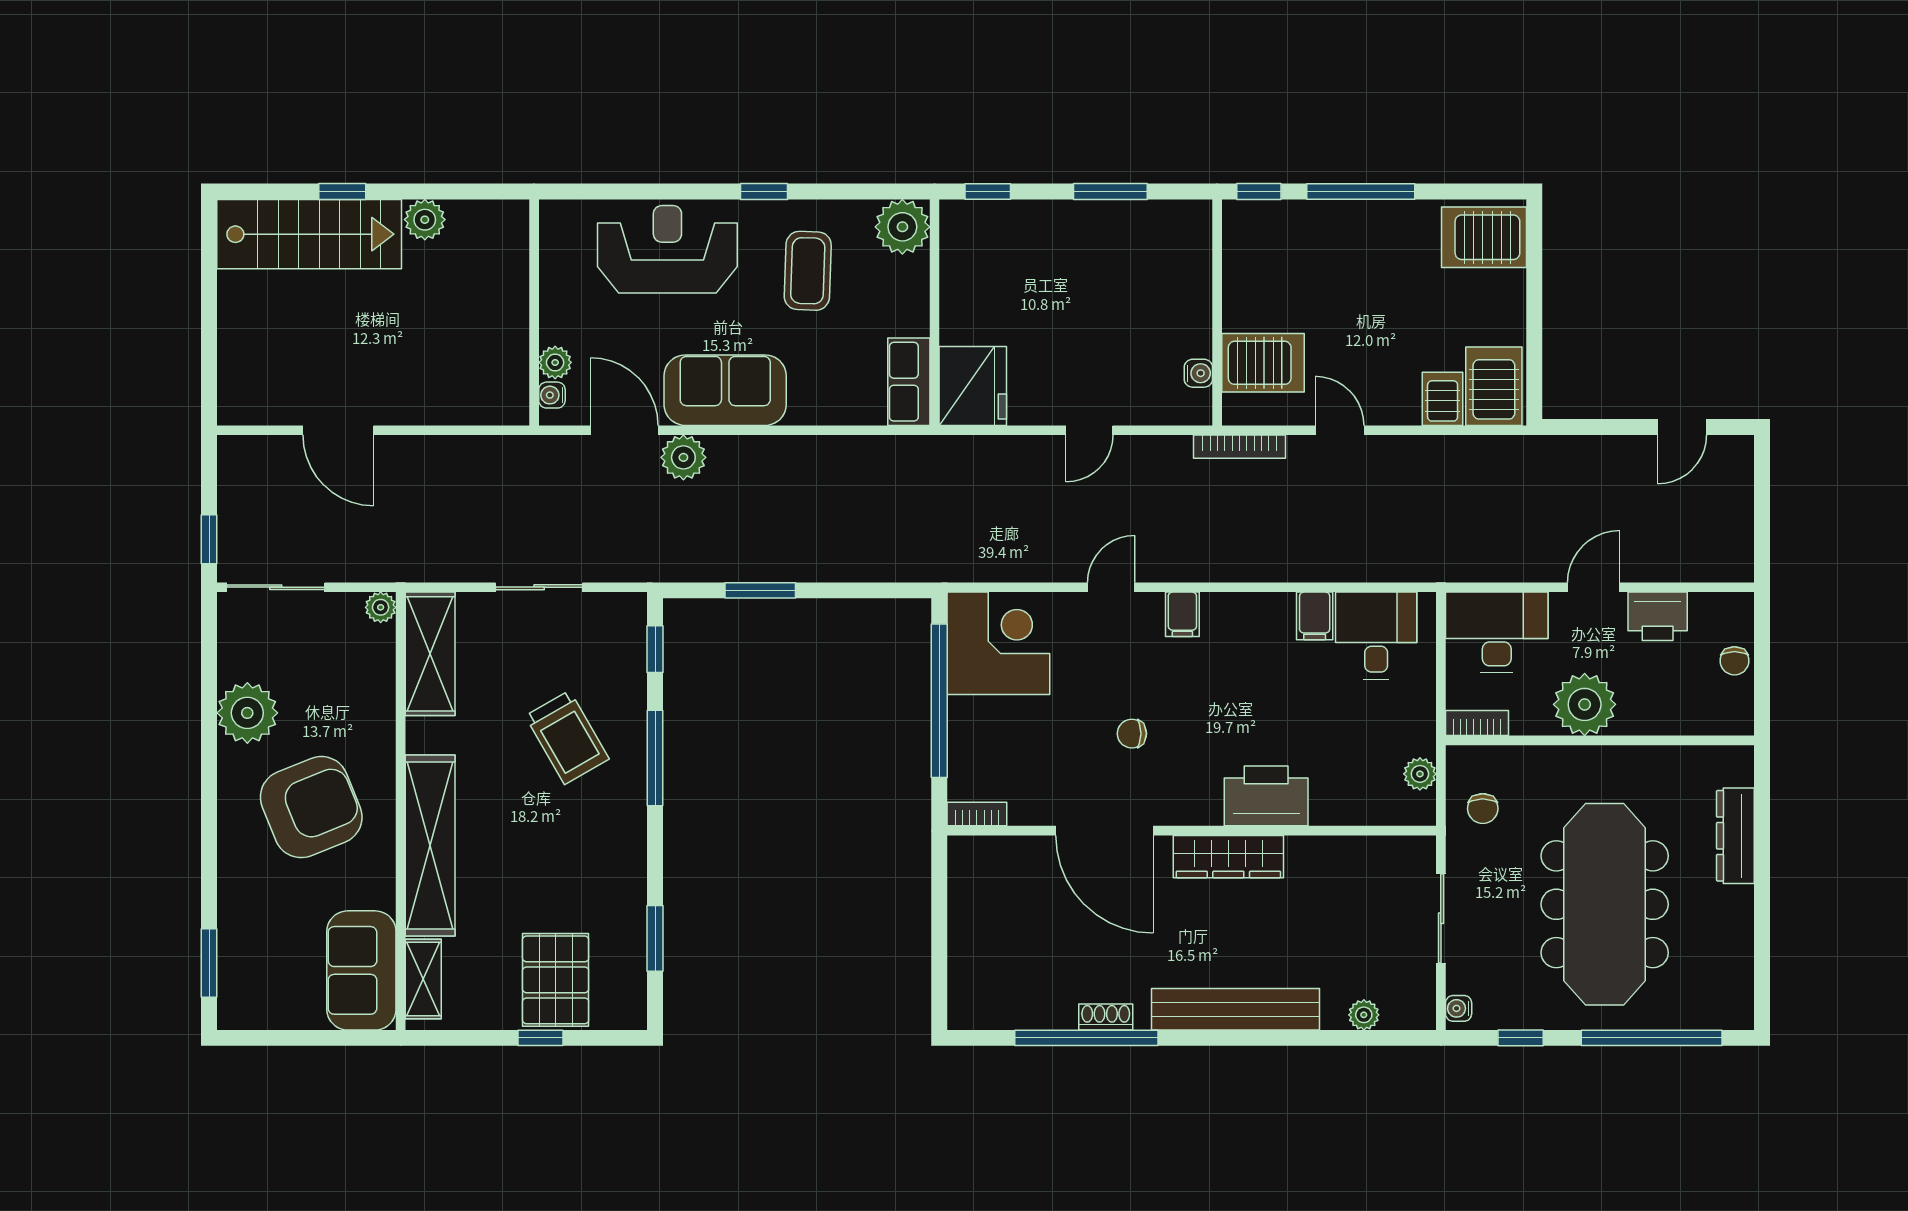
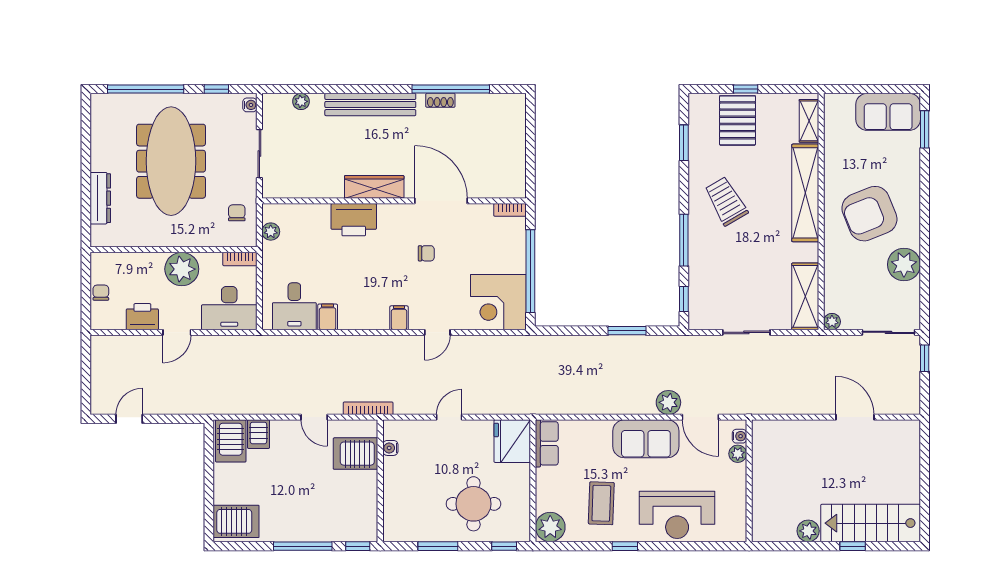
round table: (1044, 270) -> (473, 504), added
trolley: (567, 737) -> (726, 201), moved
sofa: (361, 970) -> (888, 112), moved, turned 90

